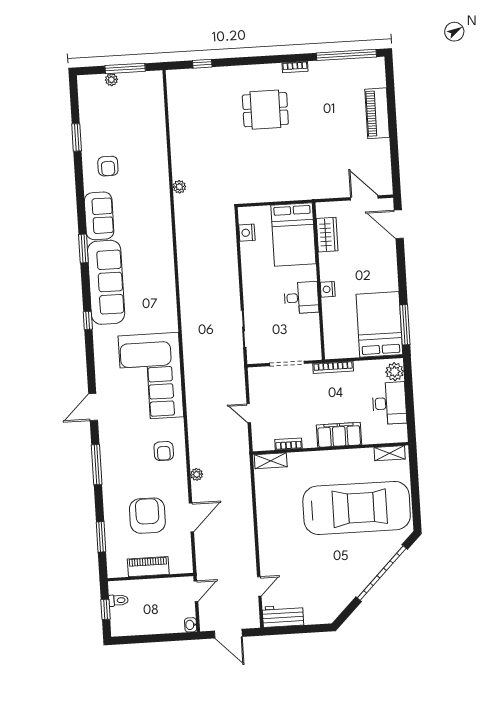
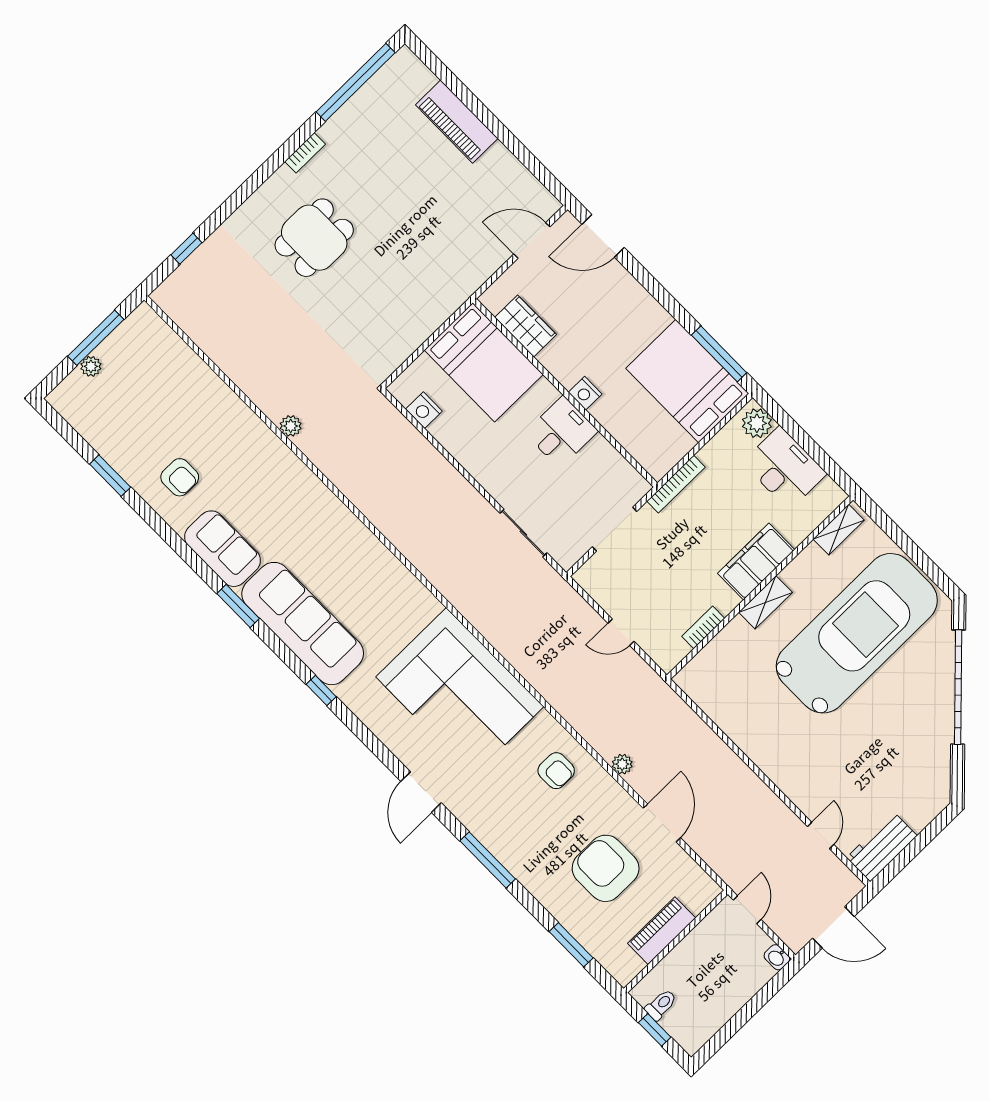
shelving: (271, 461) -> (766, 602), moved

